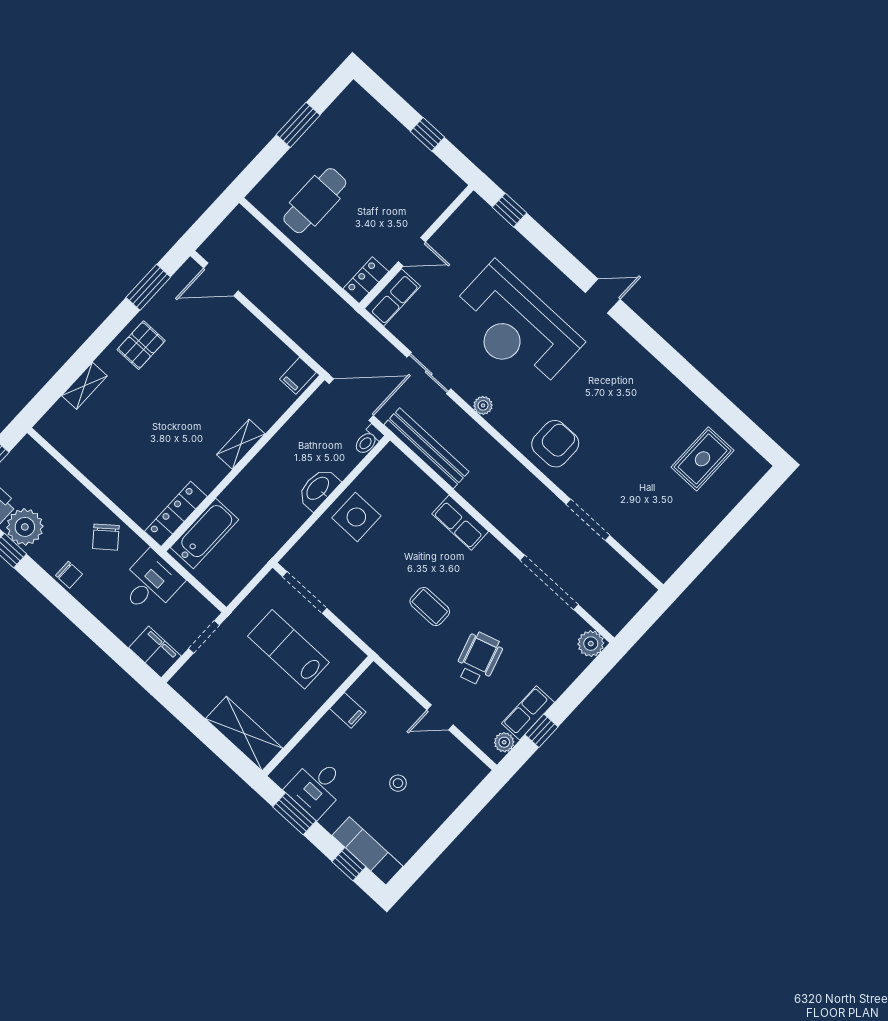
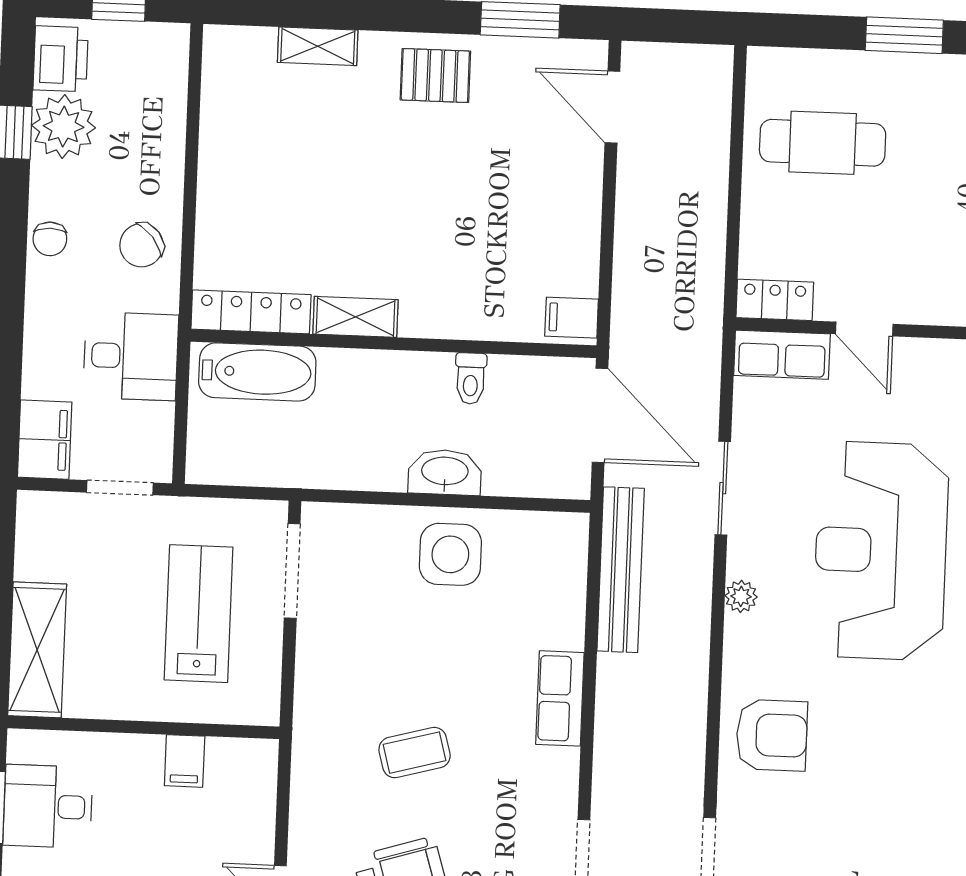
toilet: (368, 440) -> (471, 378), moved, turned -90
shelving: (241, 444) -> (355, 317), moved
coffee table: (430, 607) -> (415, 753), turned 75

